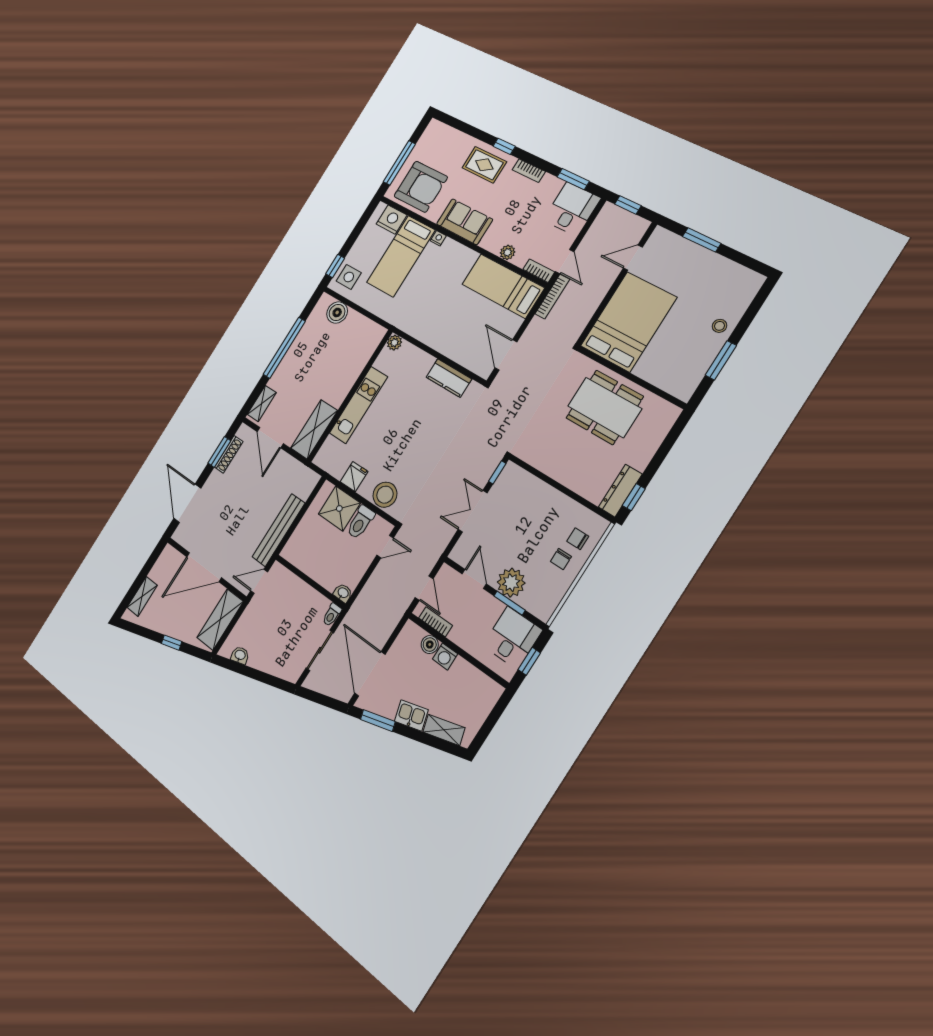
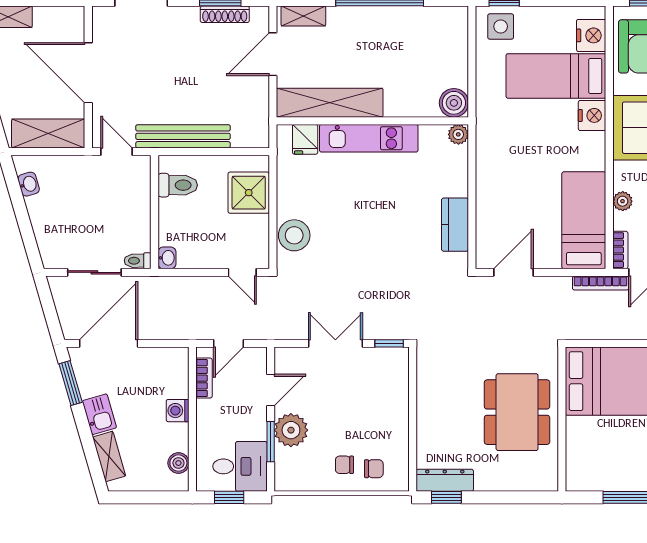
nightstand: (438, 238) -> (592, 115), width x1.89, depth x1.79
boiler: (337, 312) -> (454, 103), moved
shelving: (314, 429) -> (330, 103), width x1.47
fridge: (354, 477) -> (305, 139), moved, turned 90
toilet: (361, 522) -> (178, 185), moved, turned 180
chair: (578, 539) -> (374, 469), turned 90
boiler: (430, 645) -> (178, 463), moved

